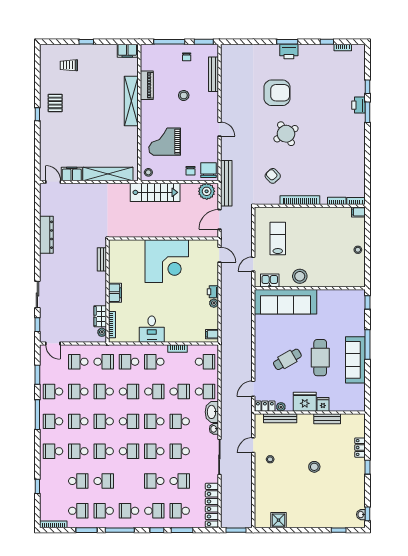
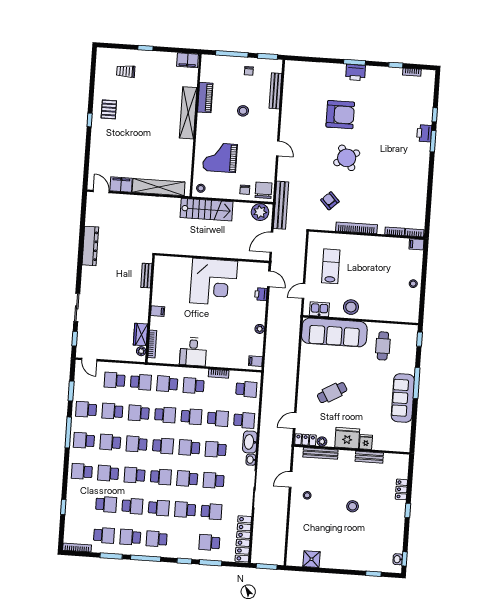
printer: (213, 292) -> (261, 294), moved
filing cabinet: (115, 293) -> (158, 311), width x0.50
cafe table: (320, 358) -> (383, 346), moved, width x0.73, depth x0.74
school desk: (154, 511) -> (159, 508), moved

